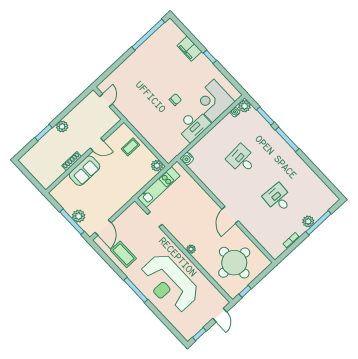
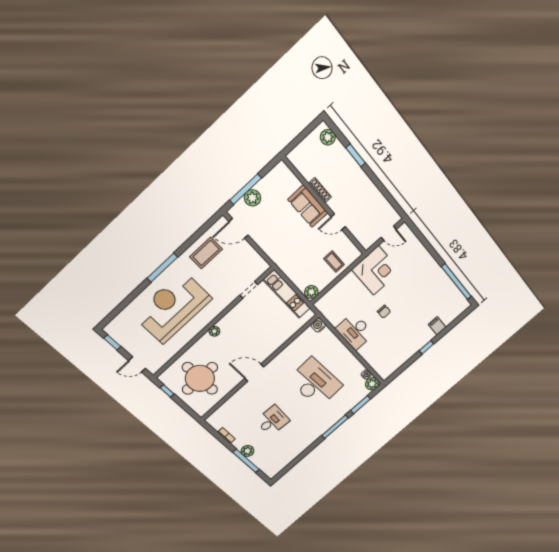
filing cabinet: (189, 49) -> (437, 326), width x0.50
corner desk: (213, 101) -> (376, 270), moved, turned 90
plant: (62, 126) -> (328, 137), moved
door: (97, 145) -> (338, 222), hinge flipped
desk: (242, 159) -> (315, 383), width x1.87, depth x1.30

